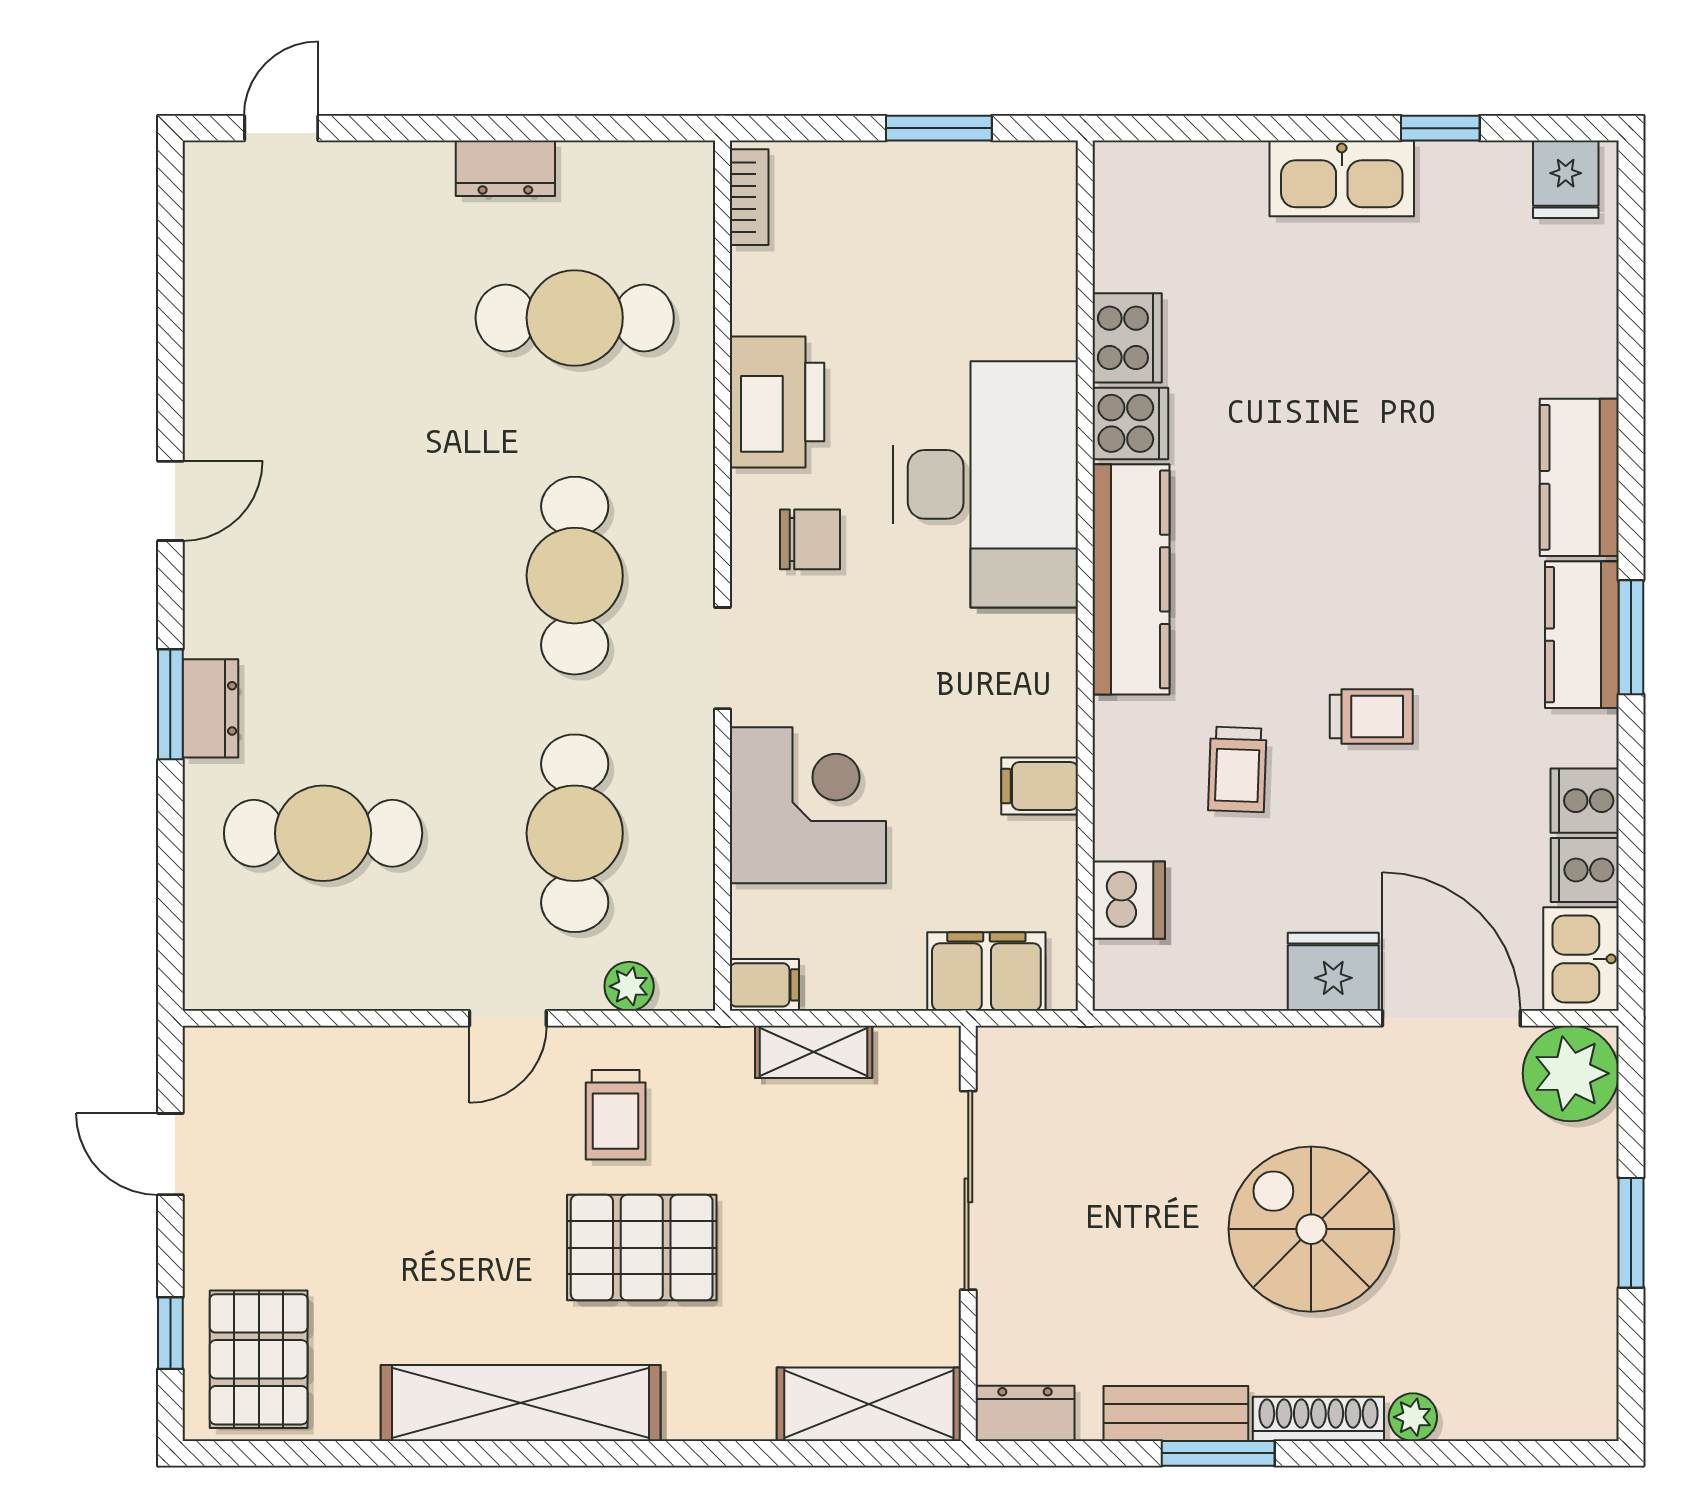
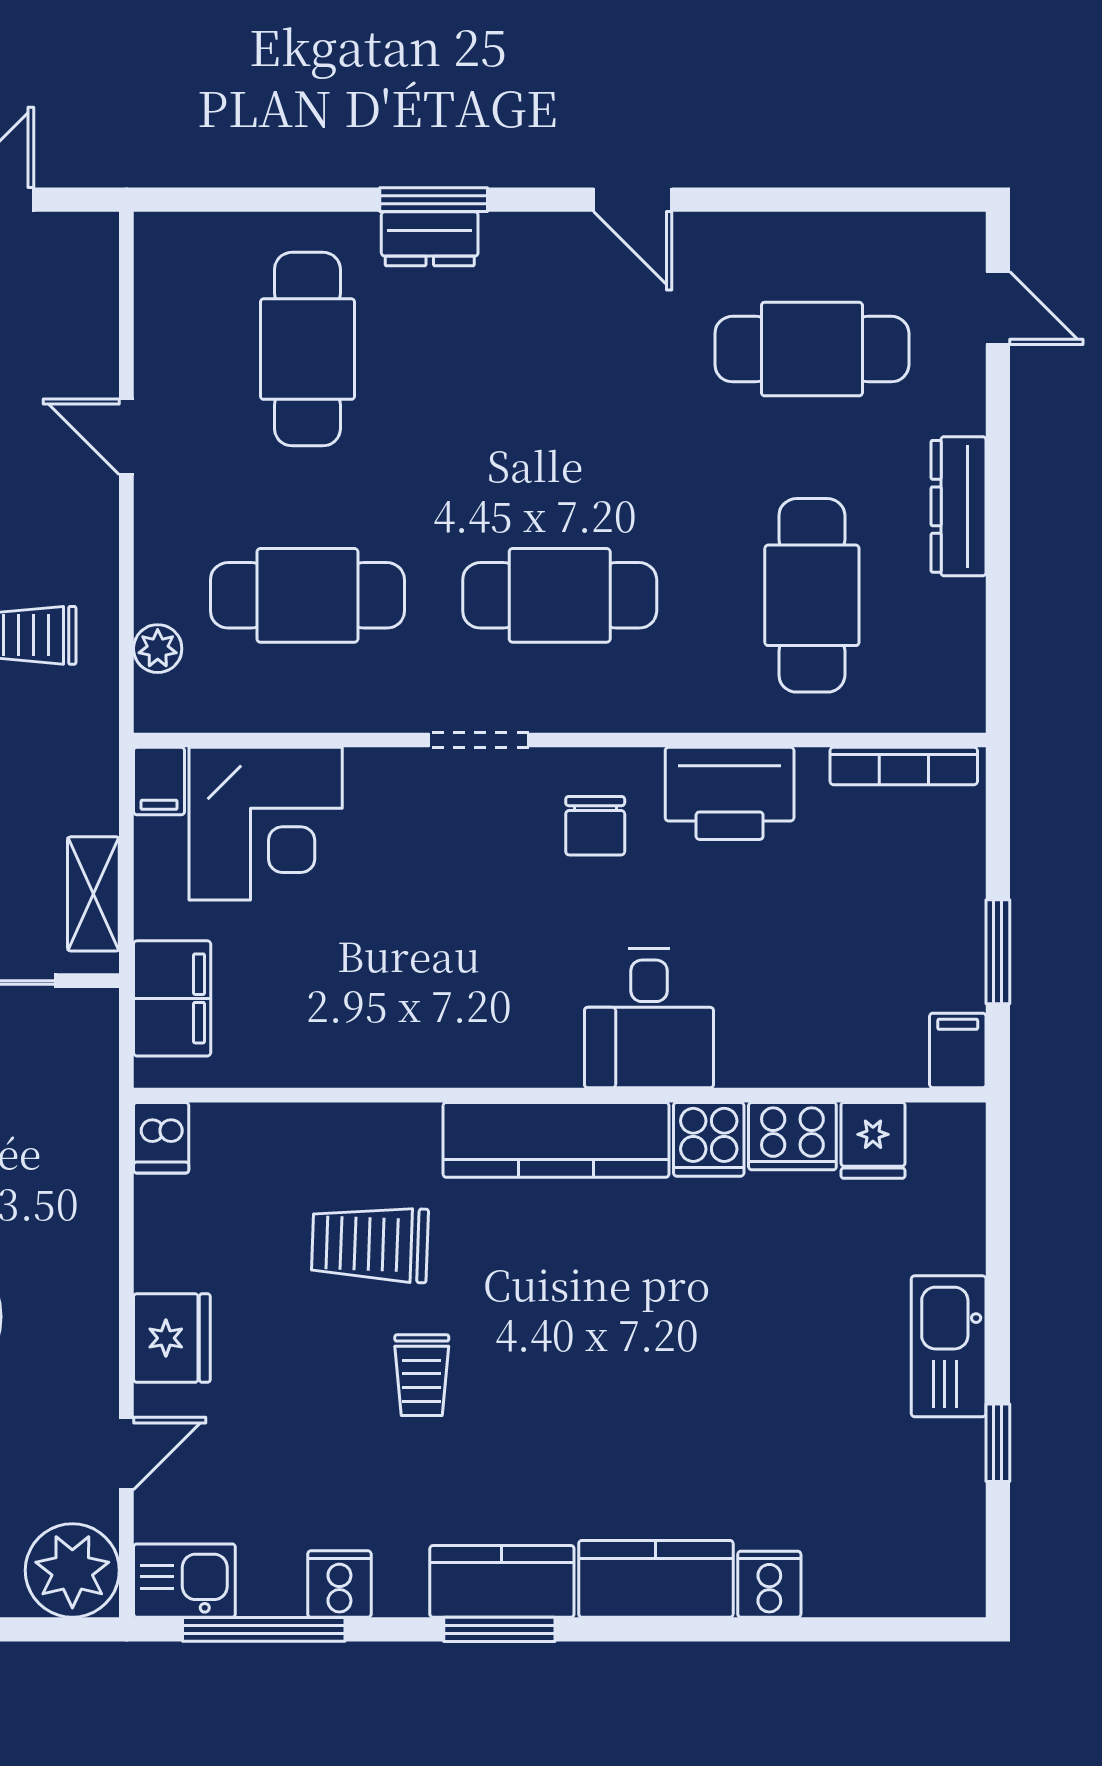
dresser: (505, 168) -> (959, 506), width x1.44
fridge: (1566, 179) -> (873, 1140), moved, turned -90
bookcase: (749, 197) -> (904, 766), width x1.56
cafe table: (323, 318) -> (812, 349), added
desk: (985, 484) -> (649, 1018), width x0.53, depth x0.77
trolley: (1237, 769) -> (370, 1244), width x1.36, depth x1.39
filing cabinet: (1040, 786) -> (958, 1050), moved
corner desk: (808, 805) -> (266, 824), moved
cooker: (1585, 870) -> (769, 1584), moved
window: (1631, 878) -> (264, 1629), added
dishwasher: (1129, 900) -> (161, 1138), moved, width x0.73
door: (508, 1018) -> (126, 437), moved
door: (1451, 1018) -> (126, 1454), width x0.53
shelving: (814, 1052) -> (93, 894), moved

